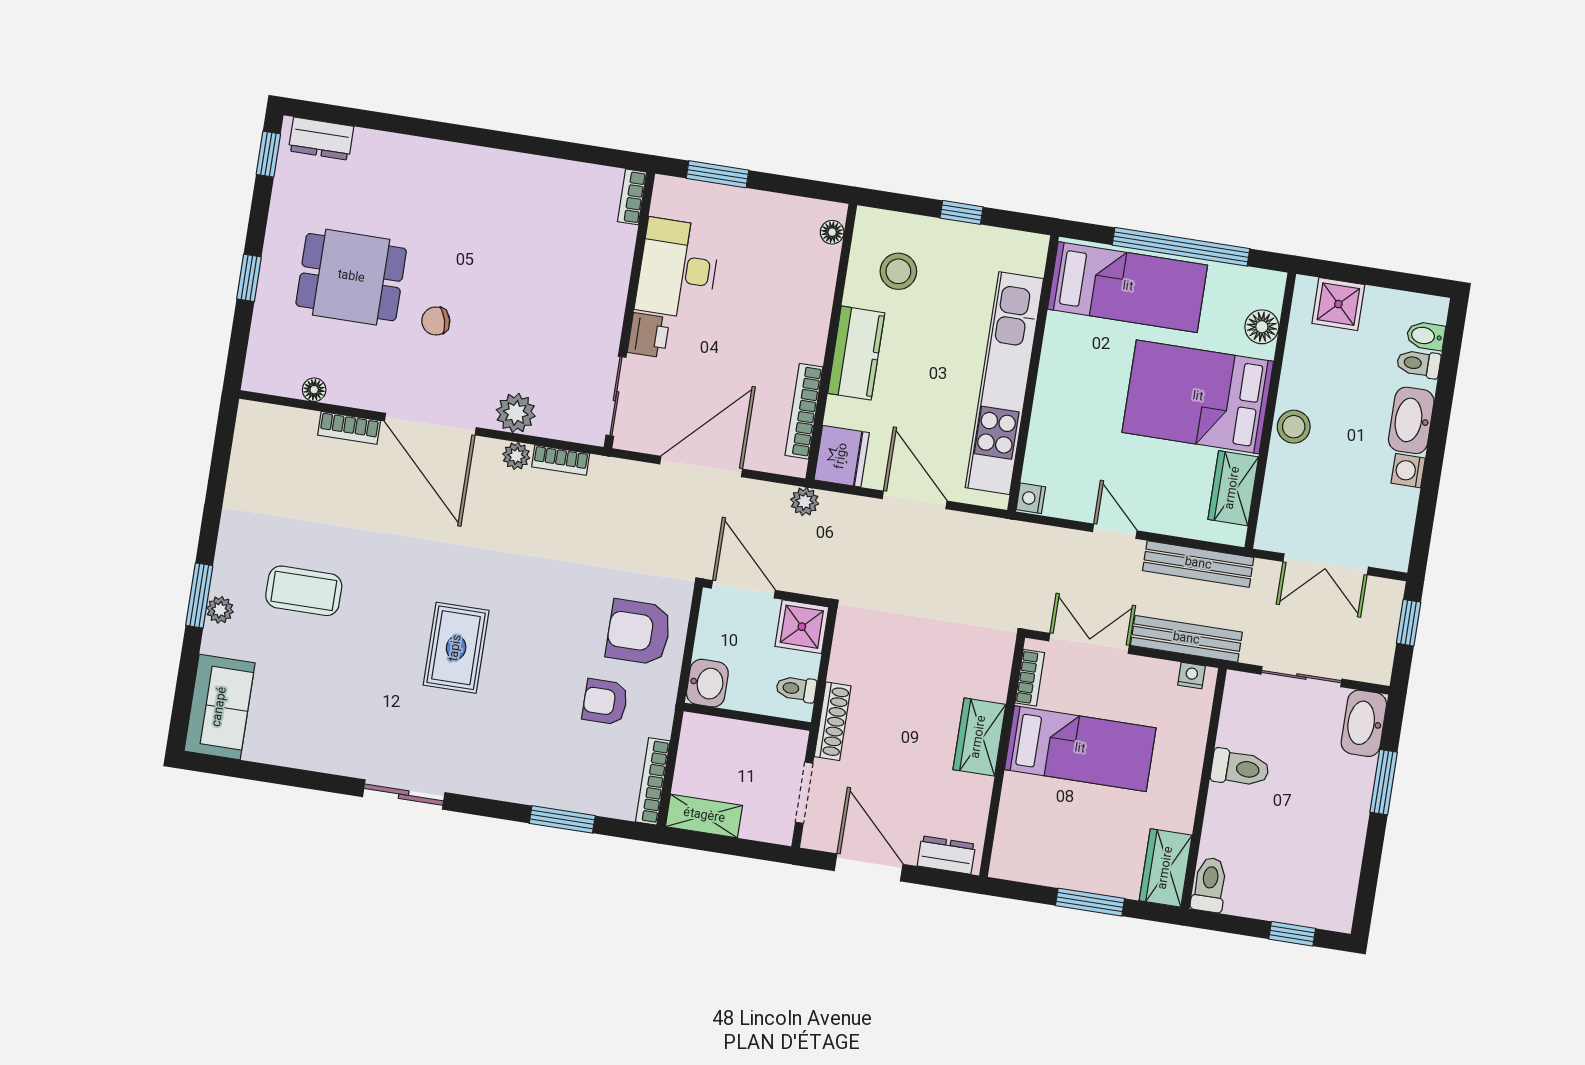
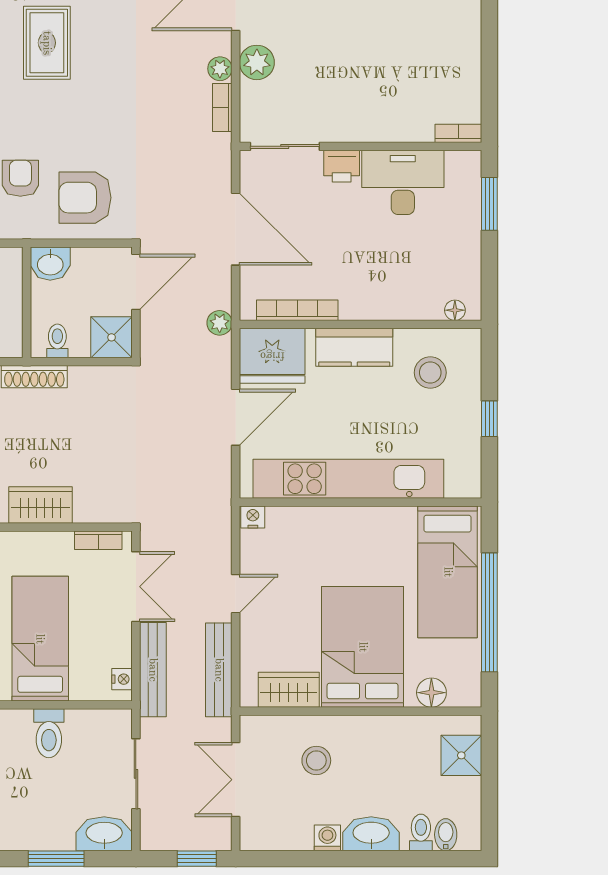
stool: (1294, 427) -> (316, 760), moved
fridge: (842, 456) -> (272, 356), width x1.36, depth x1.34
armchair: (639, 632) -> (85, 198), turned -90
rug: (456, 648) -> (47, 43), turned 90
bed: (1080, 749) -> (40, 639), moved, turned 180

